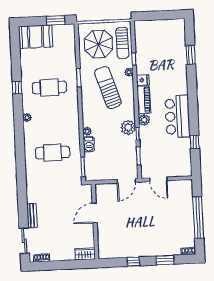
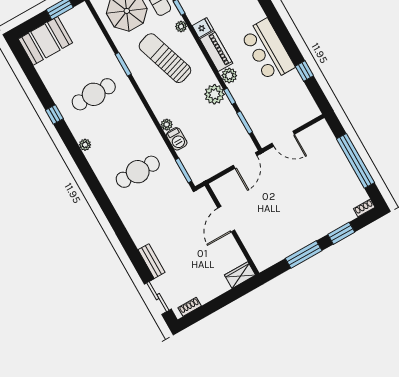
window: (133, 262) -> (304, 255), width x2.17

